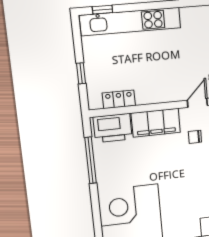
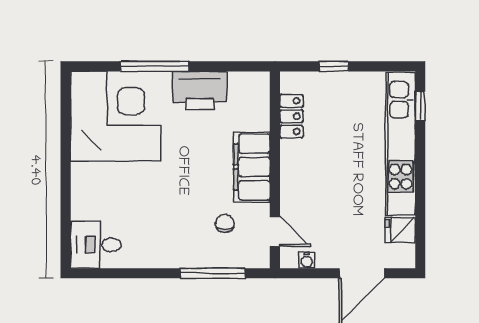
fridge: (189, 17) -> (400, 230), added
printer: (113, 128) -> (200, 90), moved, turned -90
window: (90, 160) -> (155, 66), moved

